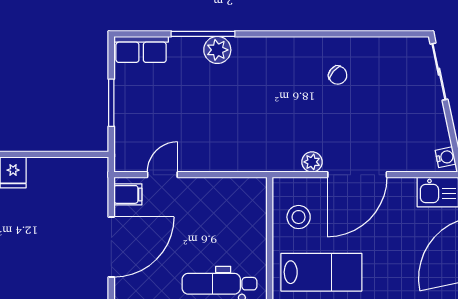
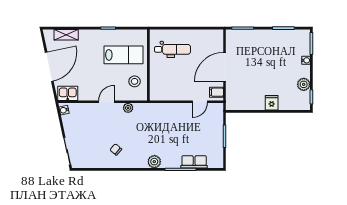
row of seats: (141, 49) -> (194, 162), moved
plant: (217, 50) -> (154, 162), moved
door: (357, 175) -> (106, 102), width x0.53
lab bench: (321, 272) -> (124, 55), turned 180

